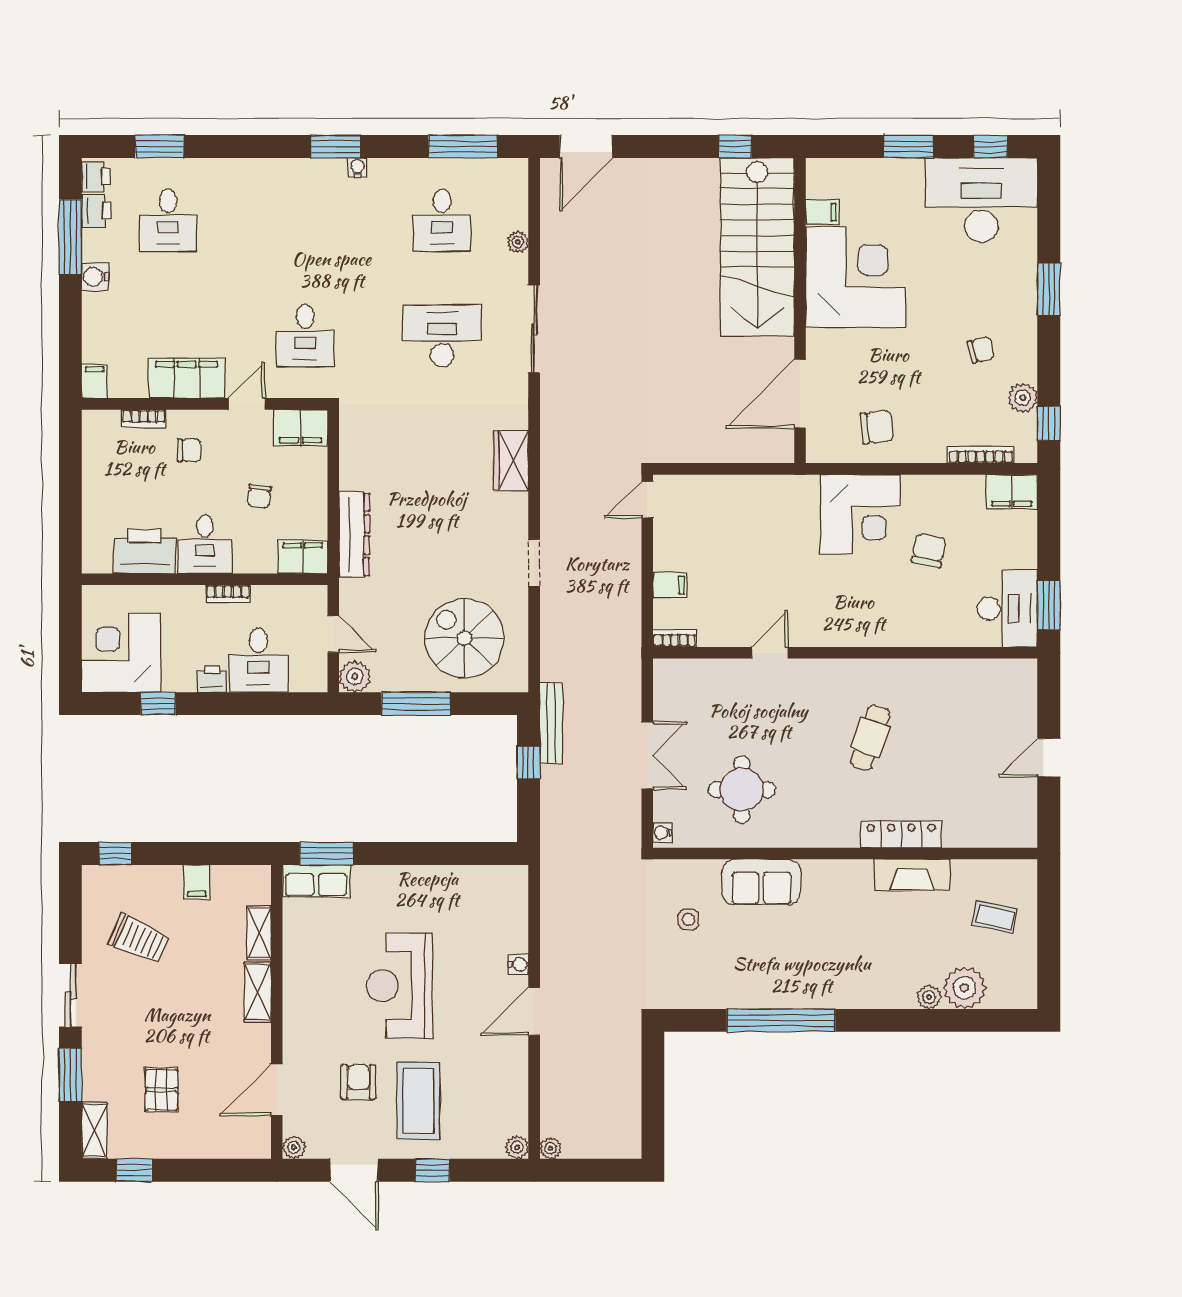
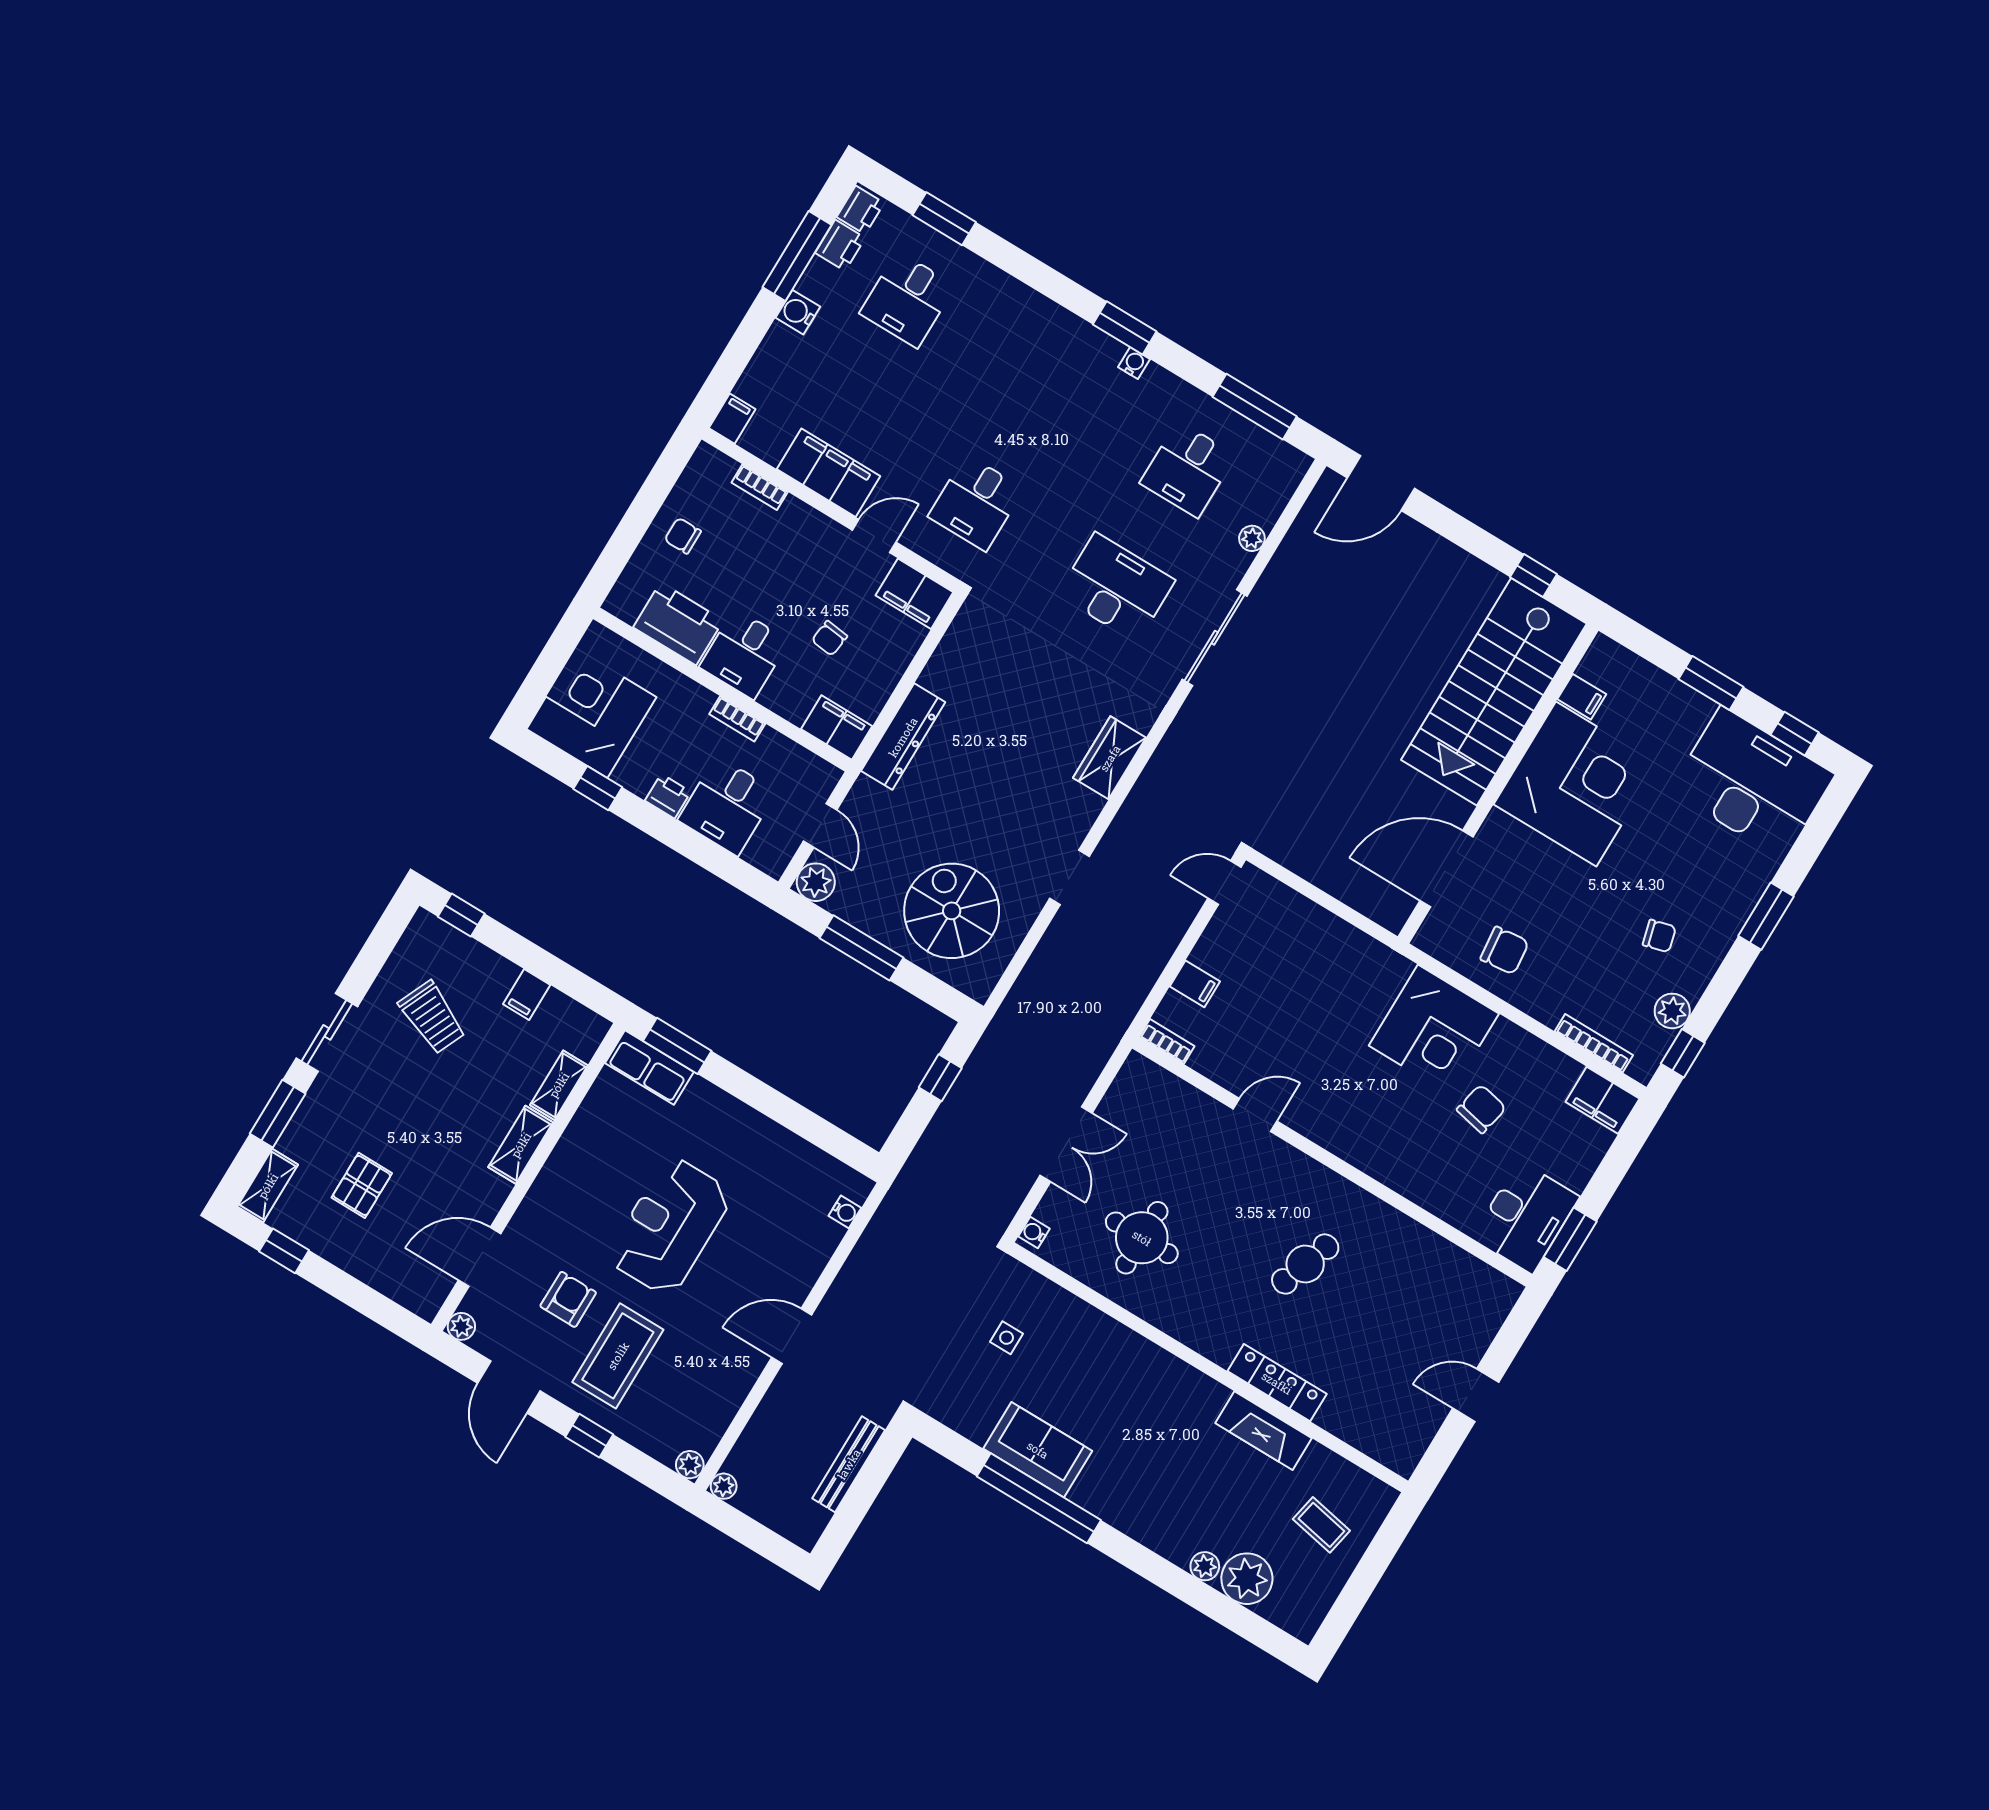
chair: (189, 450) -> (683, 536), moved, turned 180
bench: (551, 723) -> (849, 1464), moved
sofa: (761, 882) -> (1038, 1450), moved, turned 180
water cooler: (518, 964) -> (845, 1212), moved

